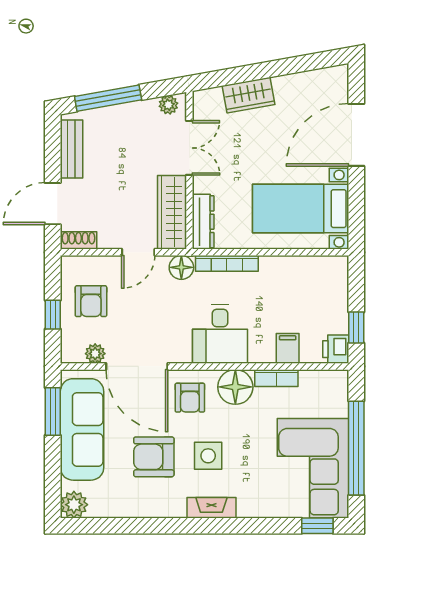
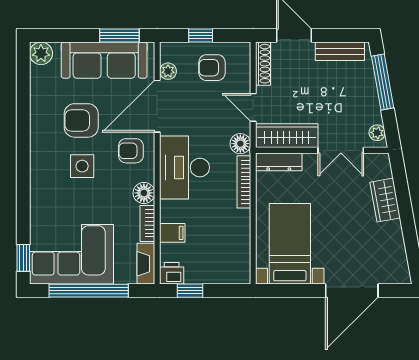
door: (356, 135) -> (352, 291), swing flipped
shoe rack: (78, 240) -> (263, 64), width x1.43
desk: (220, 334) -> (184, 168), width x1.37
floor lamp: (235, 387) -> (144, 193), width x0.73, depth x0.73
armchair: (154, 457) -> (81, 120), turned -90
fireplace: (211, 508) -> (146, 264), moved, turned 180

